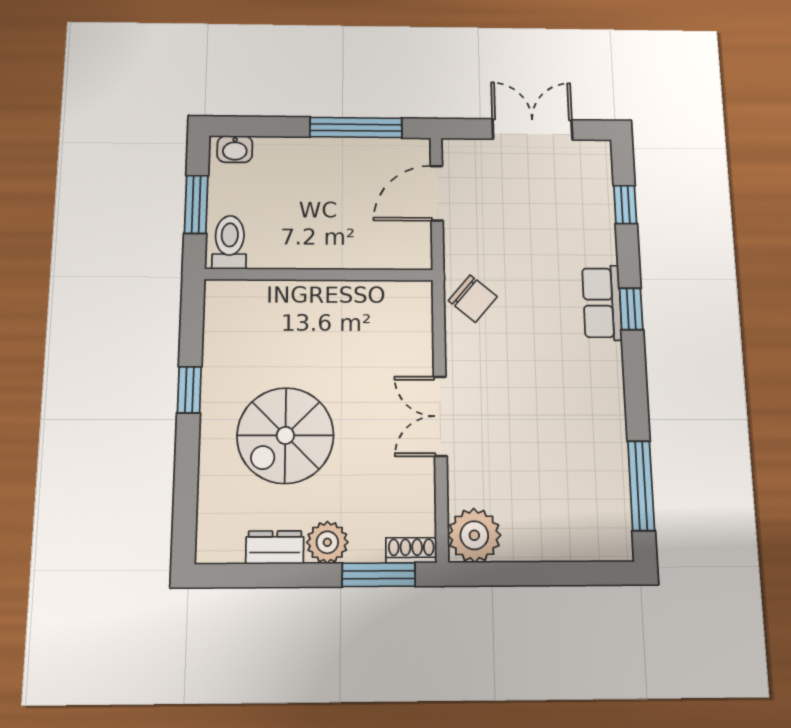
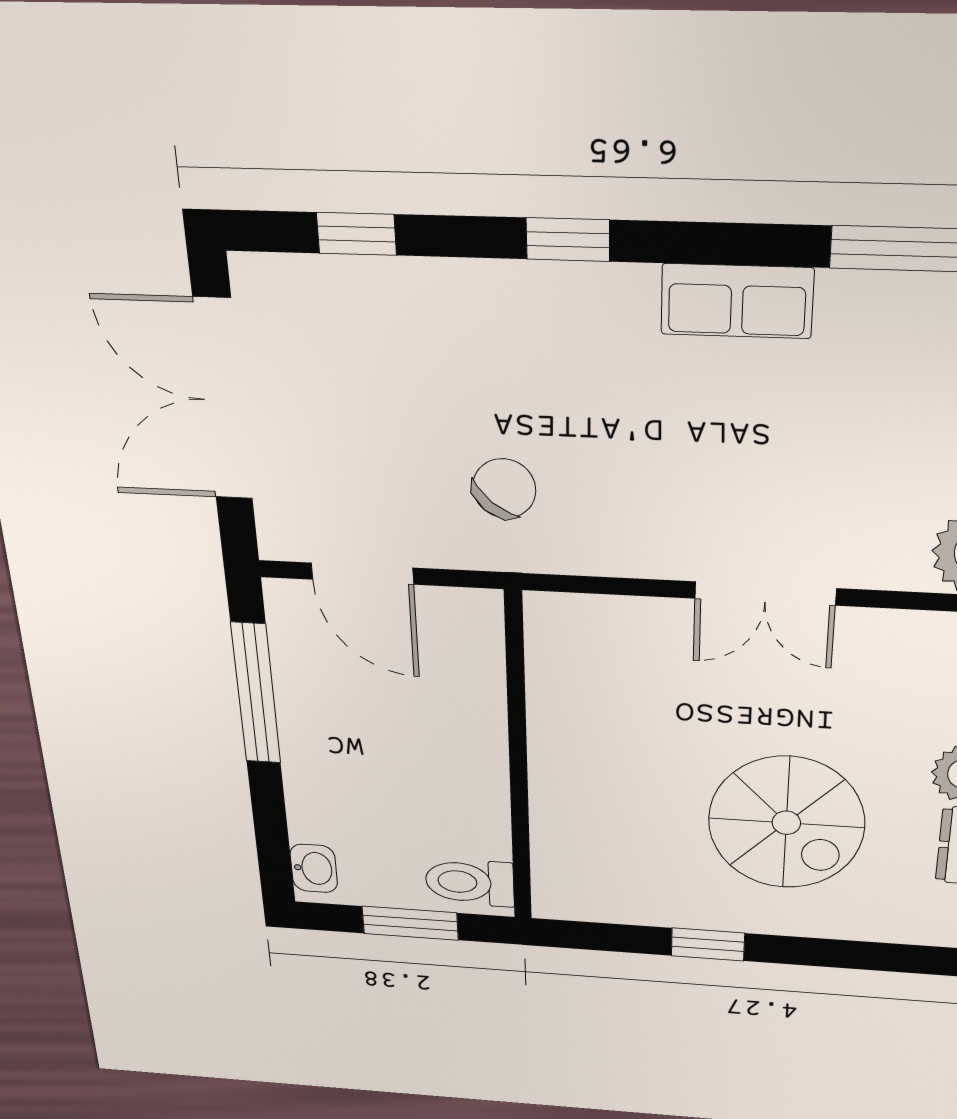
double door: (532, 129) -> (223, 400), width x1.37
chair: (473, 299) -> (504, 489), moved
row of seats: (602, 303) -> (737, 301), moved

